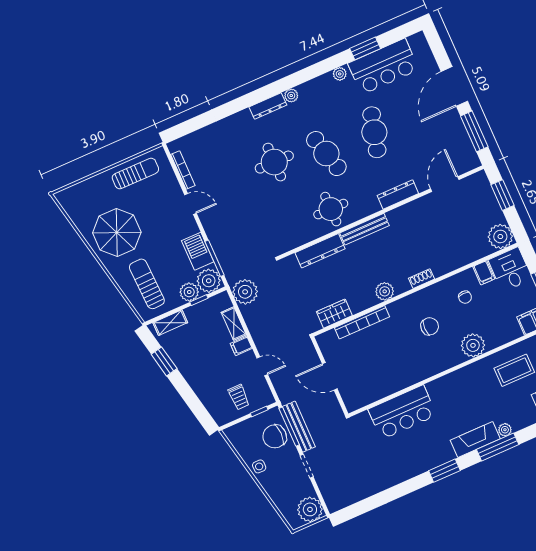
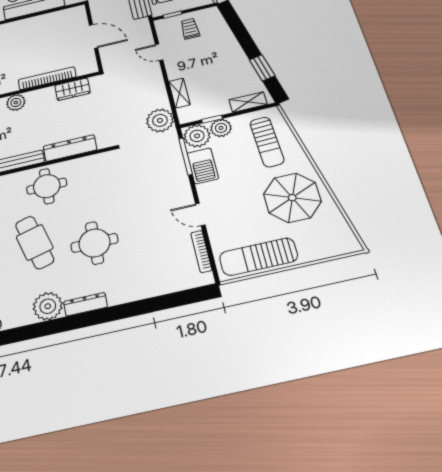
plant: (291, 96) -> (48, 306), width x1.88, depth x1.88
sun lounger: (135, 173) -> (258, 257), width x1.36, depth x1.34
filing cabinet: (241, 346) -> (176, 72), removed

